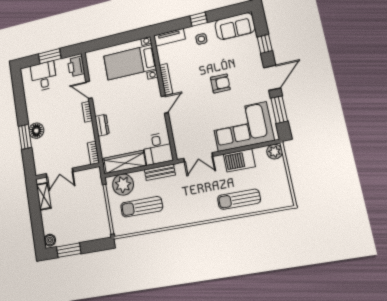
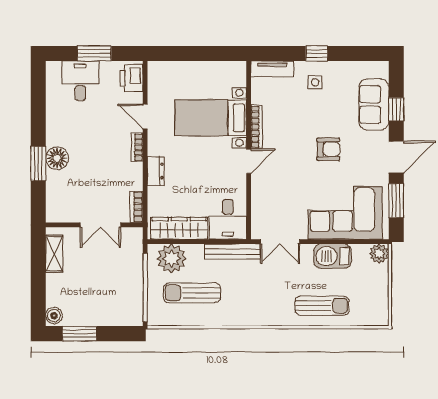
sofa: (235, 26) -> (374, 104), moved, turned 90
bed with nightstands: (130, 62) -> (211, 118), moved
bench: (160, 172) -> (232, 252), width x1.36
double door: (59, 173) -> (100, 225), moved
sun lounger: (239, 199) -> (322, 306), turned 180

